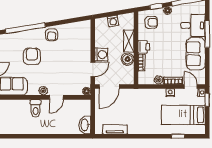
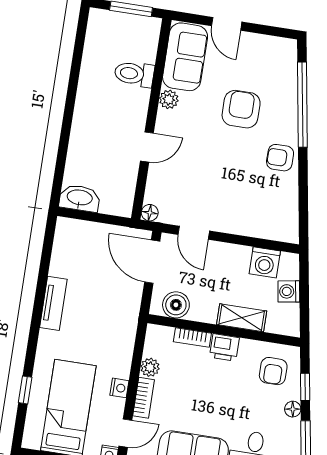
washing machine: (101, 55) -> (265, 262), moved
armchair: (32, 56) -> (241, 109), turned -90
boiler: (128, 59) -> (176, 305), moved
plant: (43, 91) -> (169, 99), moved
door: (56, 97) -> (147, 147), swing flipped
toilet: (36, 109) -> (134, 74), moved
tv unit: (115, 129) -> (53, 303), moved

